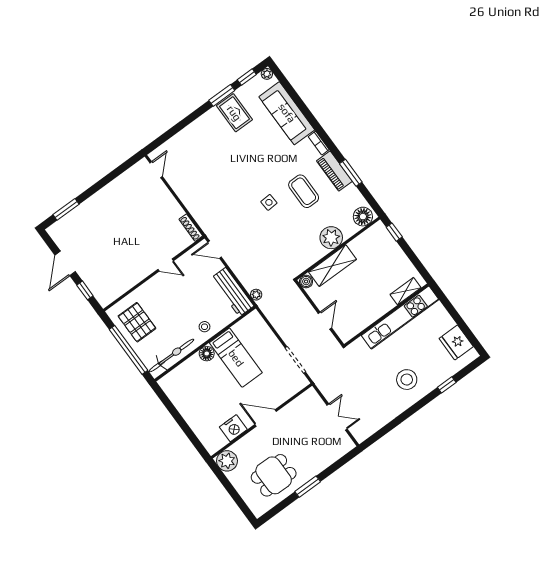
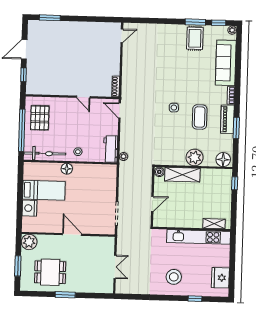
workbench: (233, 292) -> (111, 149), width x0.73
bed: (236, 358) -> (44, 190), moved, turned -90
nightstand: (233, 428) -> (29, 208), moved, turned 90
window: (235, 495) -> (18, 266), added

